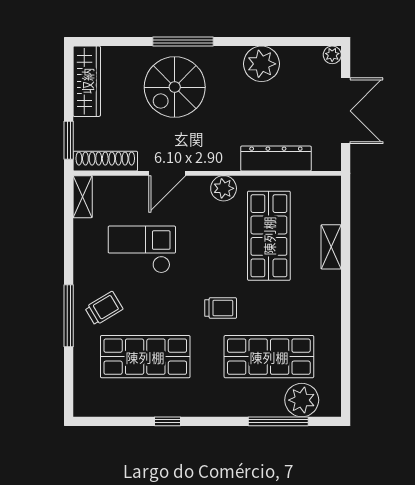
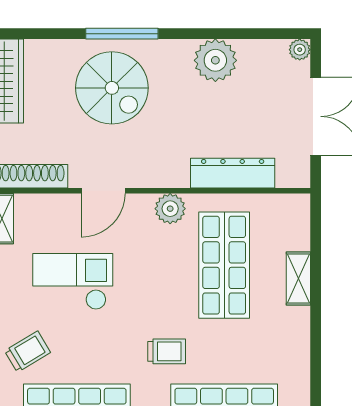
spiral stairs: (175, 87) -> (112, 88), turned -90

